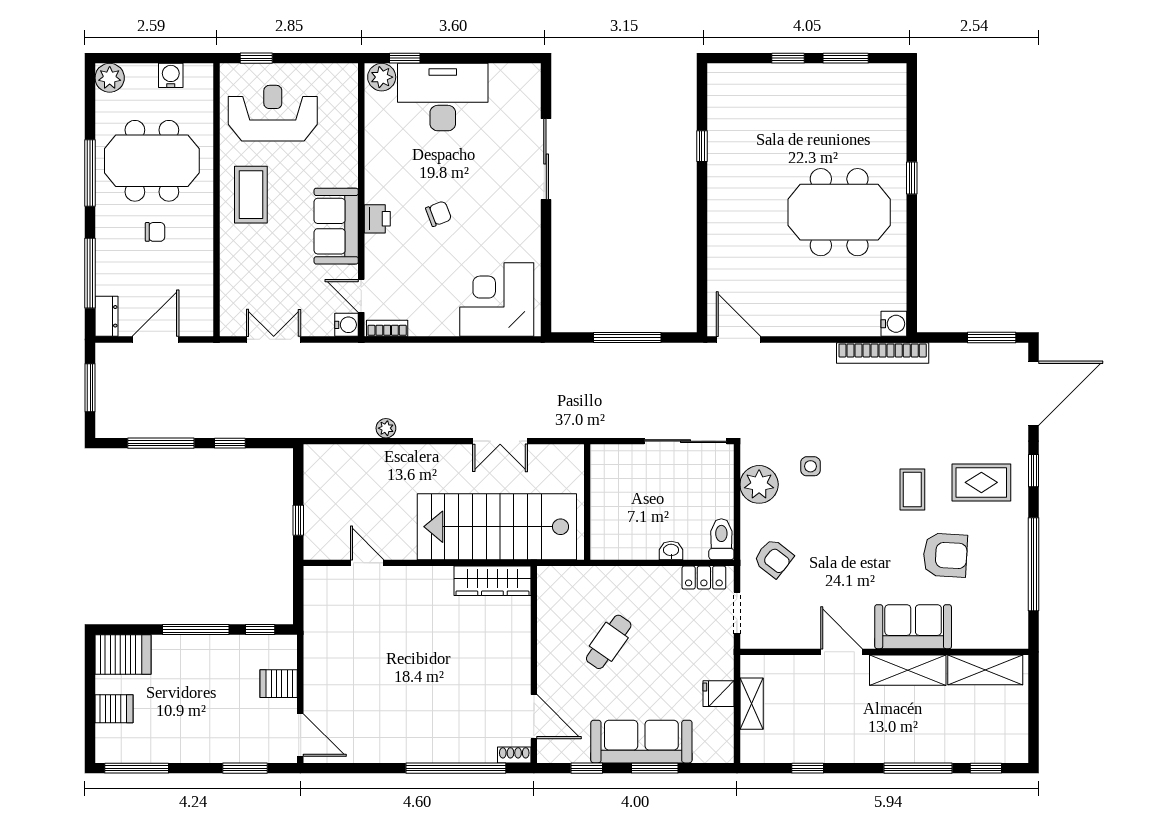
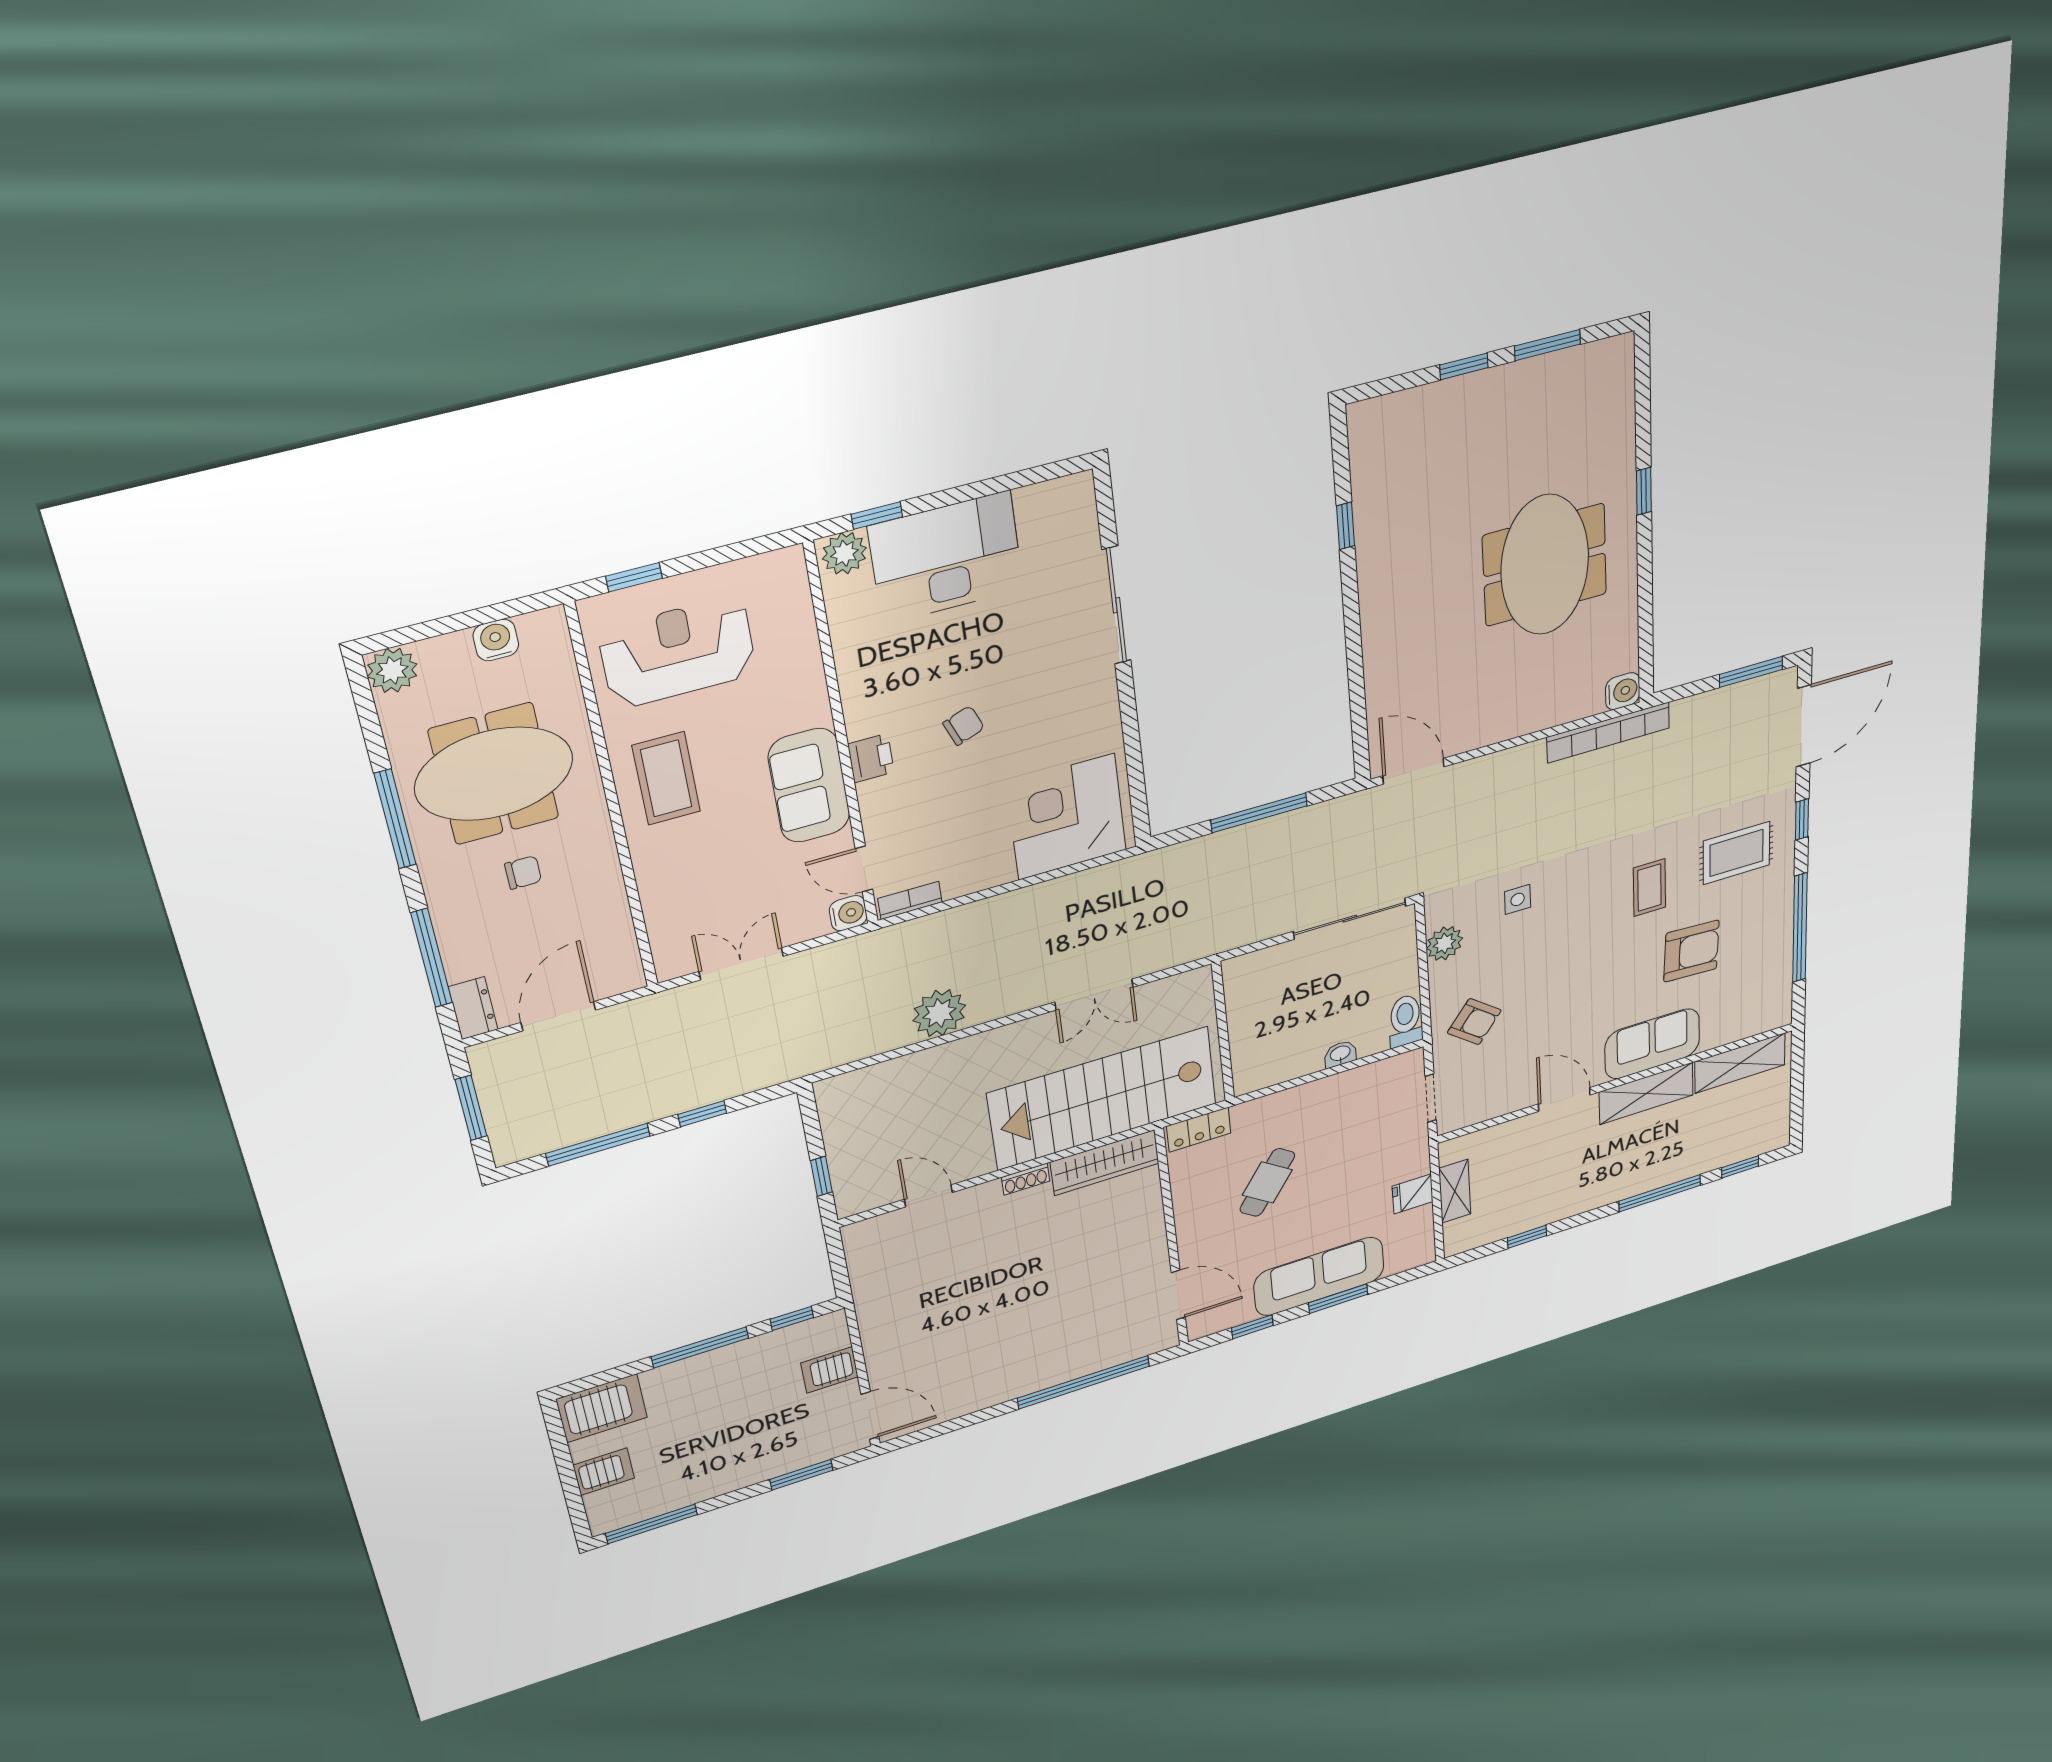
meeting table: (839, 212) -> (1545, 565), turned 90
plant: (386, 428) -> (939, 1013), width x1.88, depth x1.88
plant: (759, 484) -> (1444, 943), width x0.73, depth x0.73
locker: (704, 578) -> (1199, 1130), moved
shoe rack: (514, 755) -> (1026, 1179), moved, turned 180

